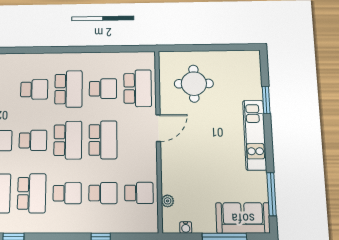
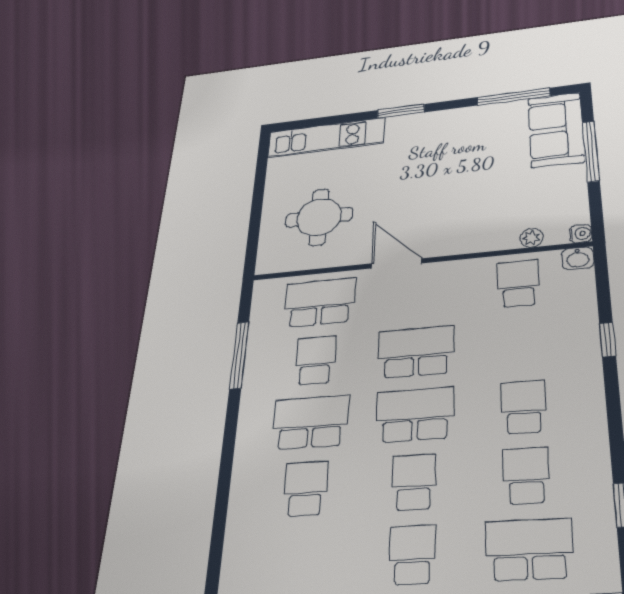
window: (110, 49) -> (239, 355), added
window: (266, 100) -> (401, 111), moved
kitchen unit: (255, 135) -> (326, 138), moved
school desk: (32, 193) -> (526, 475), width x0.54
school desk: (103, 193) -> (521, 343), removed
washbasin: (152, 225) -> (578, 258), added
water cooler: (186, 227) -> (581, 234), moved

